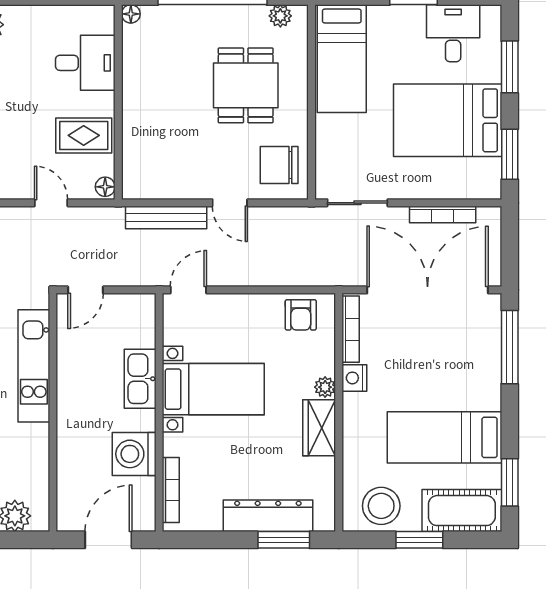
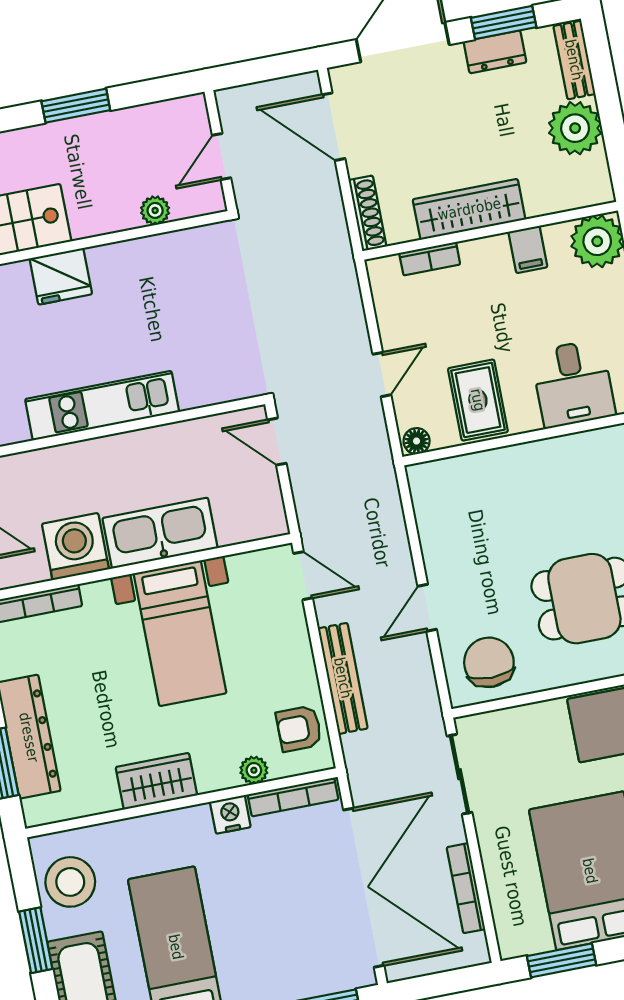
bench: (166, 217) -> (343, 678), moved
kitchen unit: (34, 366) -> (102, 406), moved
kitchen sink: (140, 379) -> (160, 533), width x1.36, depth x1.24
plant: (325, 387) -> (254, 770), moved

